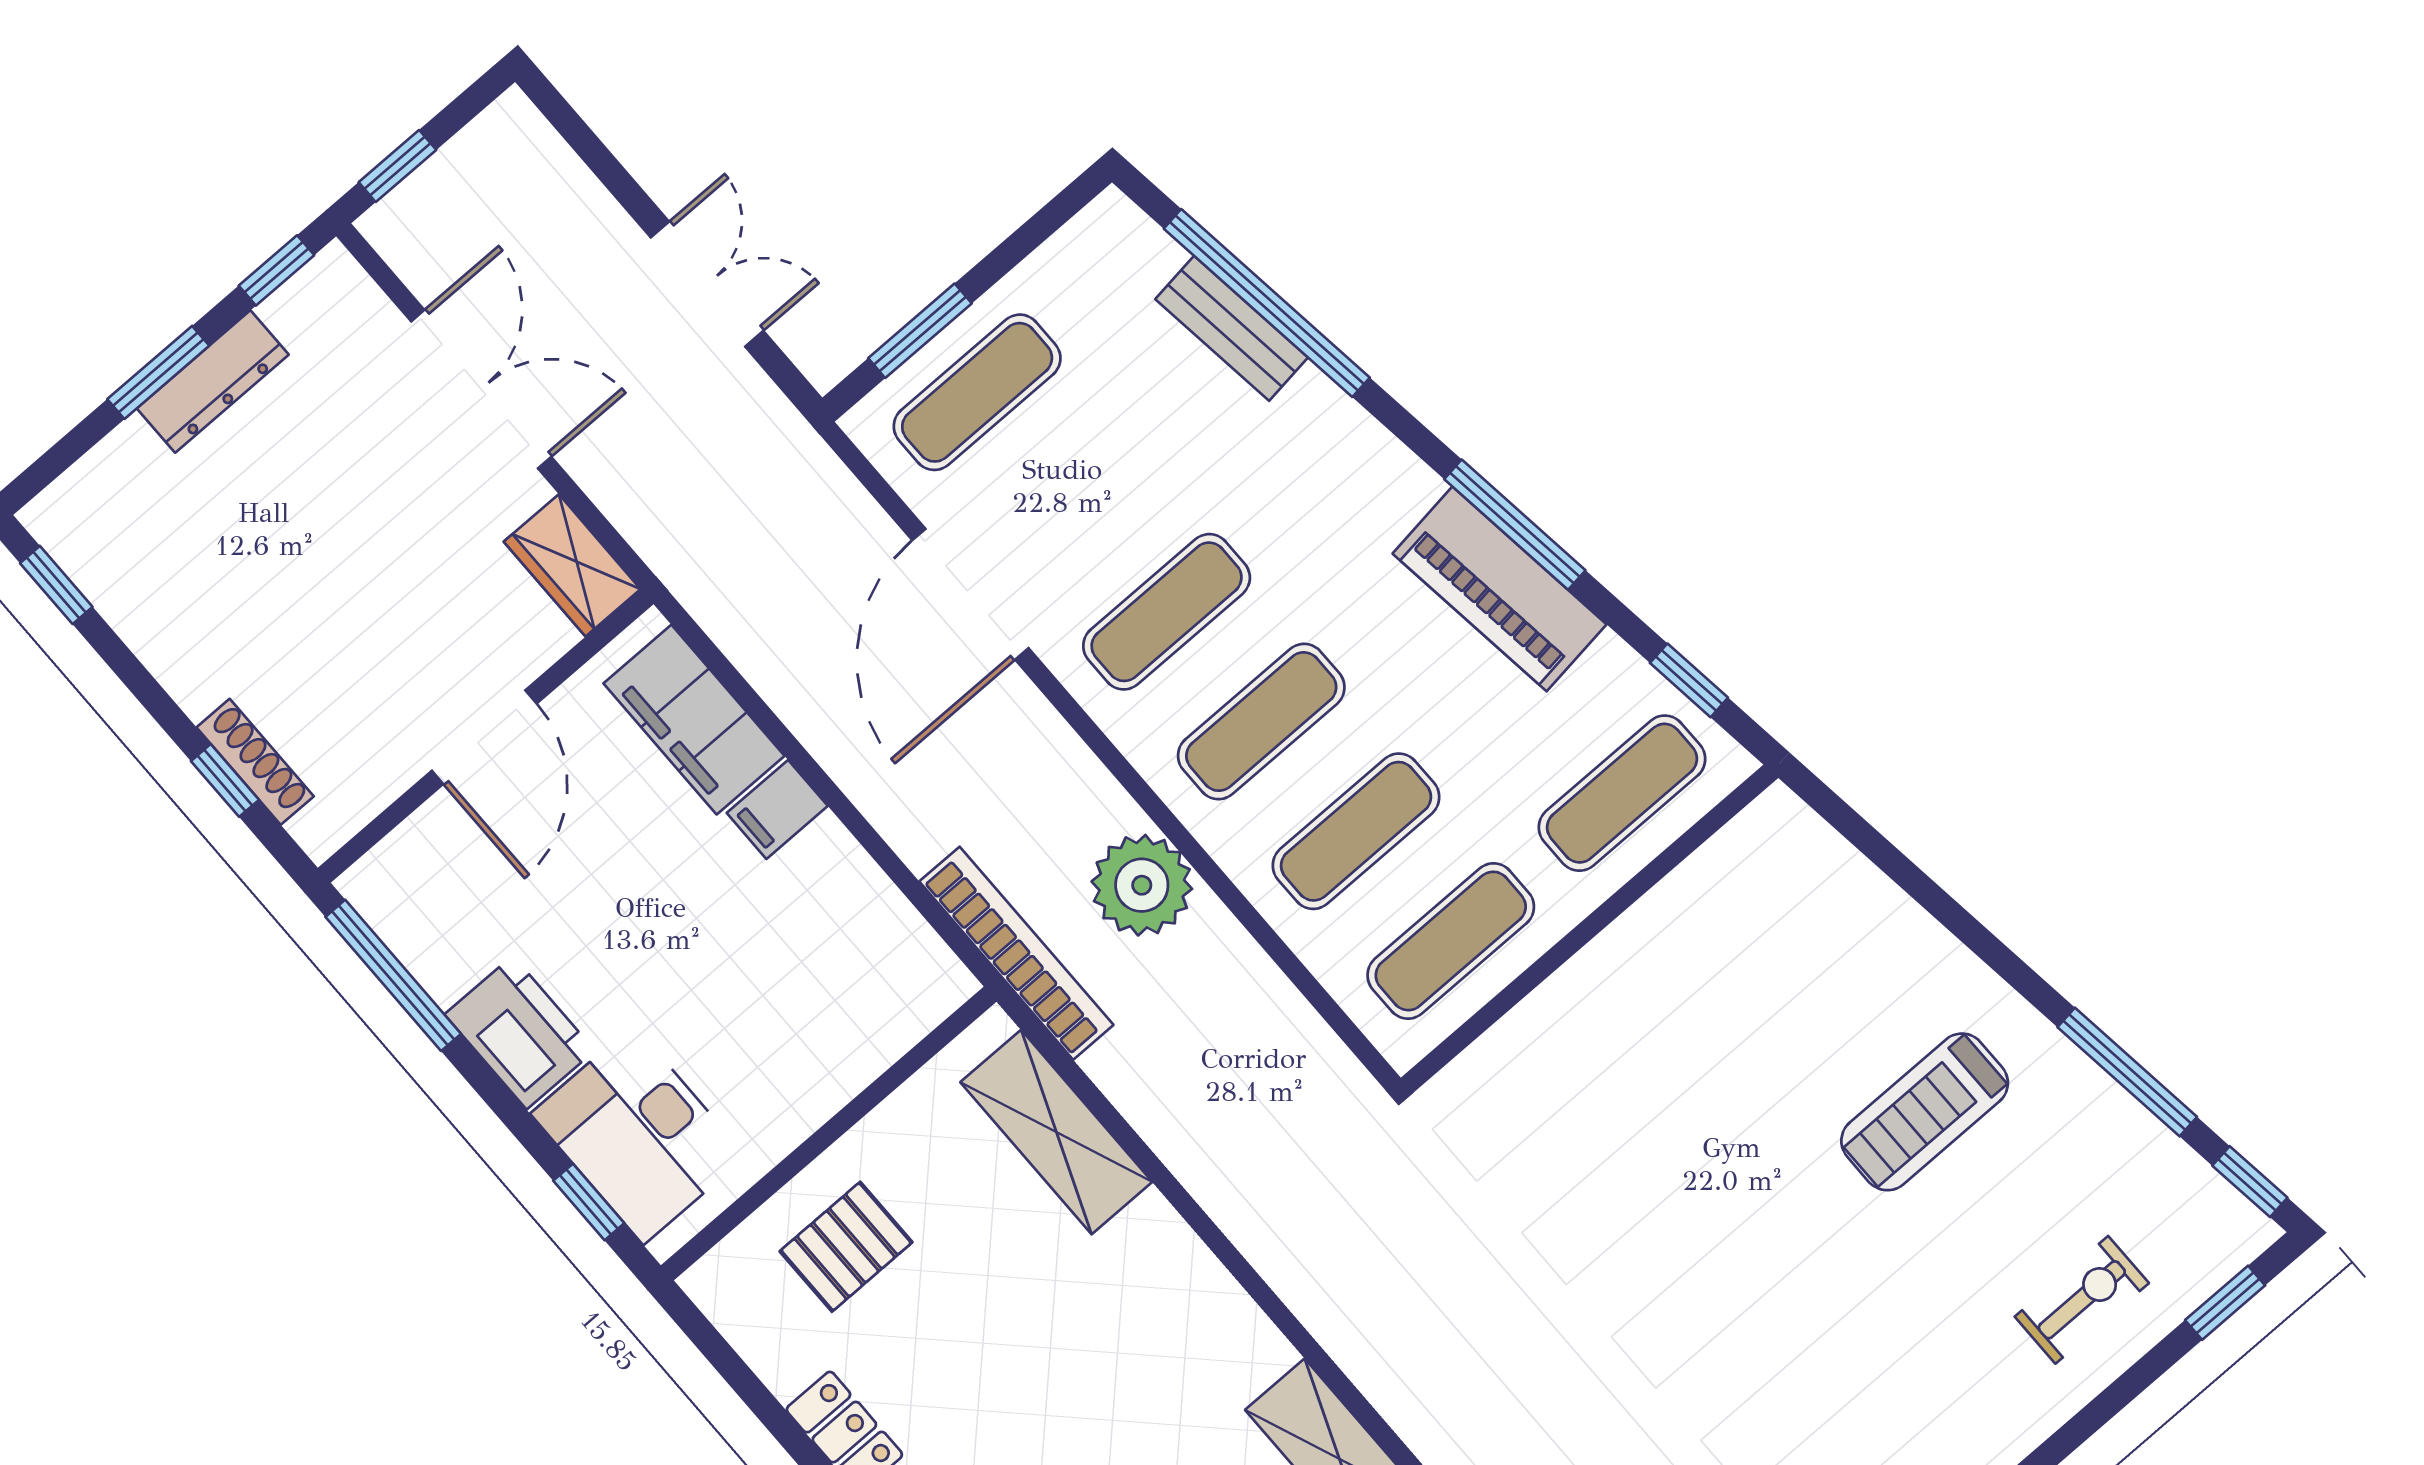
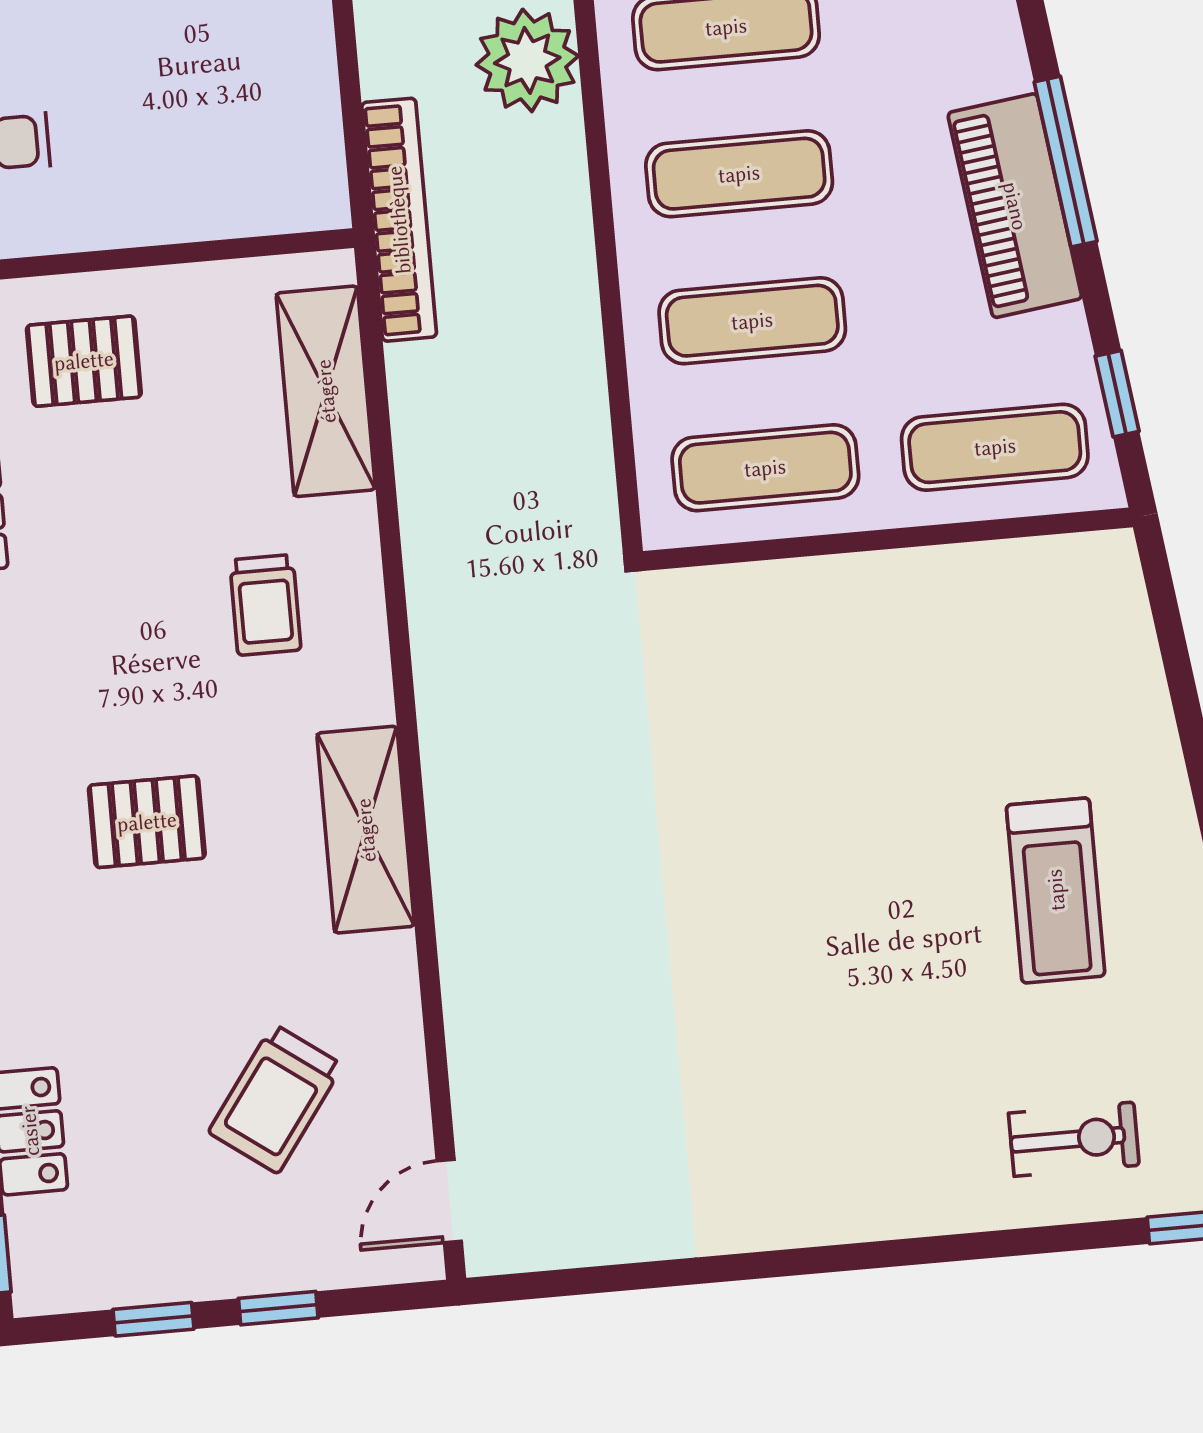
plant: (1142, 885) -> (527, 60), moved
treadmill: (1925, 1112) -> (1056, 890), turned -90
trolley: (1130, 1337) -> (265, 605), added

